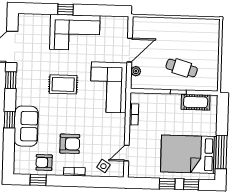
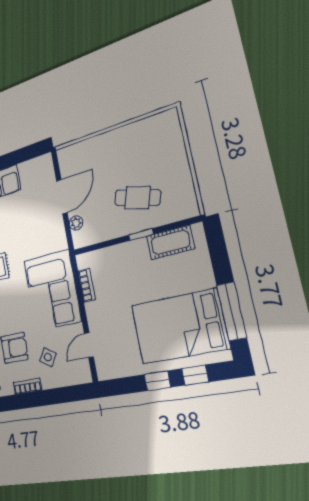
corner sofa: (109, 87) -> (52, 291), moved
side table: (103, 166) -> (48, 357), moved

